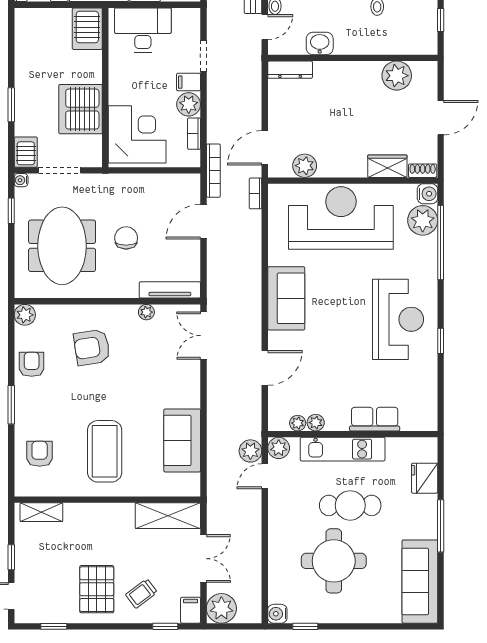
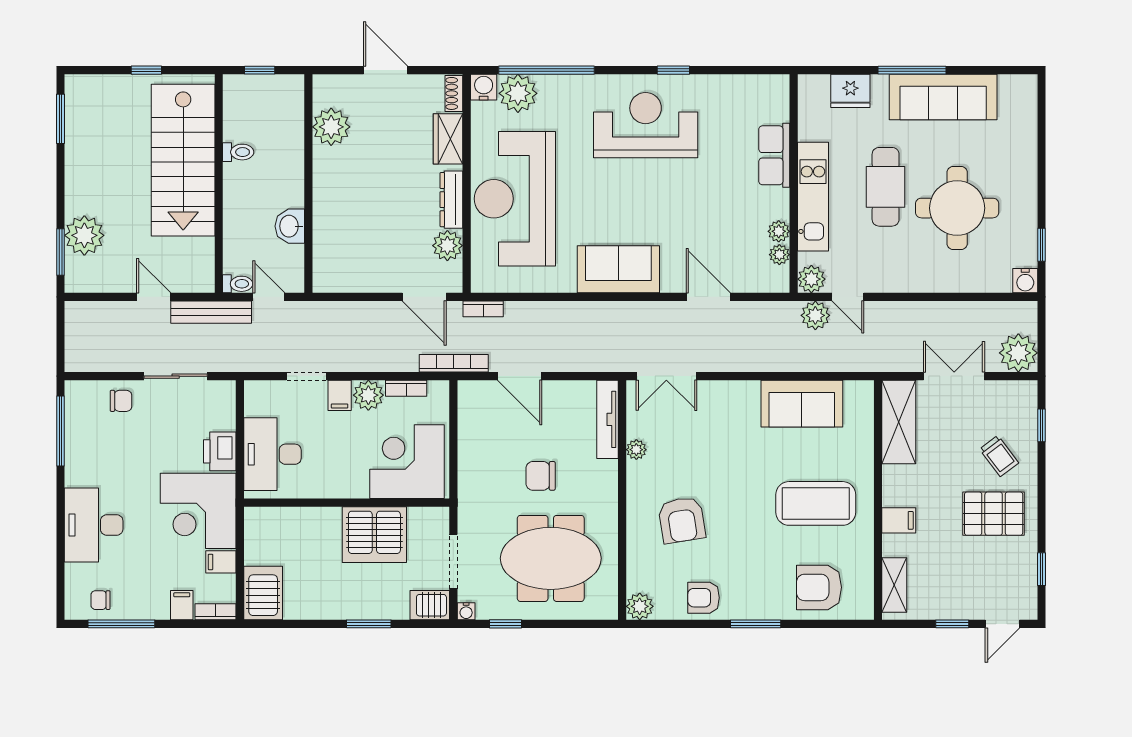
server rack: (87, 29) -> (263, 593), moved, turned -90
dresser: (290, 70) -> (451, 200), moved, turned 180
armchair: (40, 454) -> (819, 587), width x1.38, depth x1.38
sofa: (420, 582) -> (943, 97), moved
filing cabinet: (191, 610) -> (899, 520), moved, turned 180

